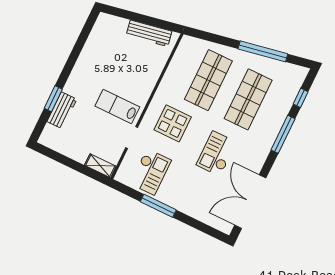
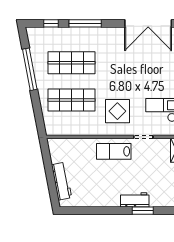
workbench: (149, 33) -> (62, 181), moved
lab bench: (117, 106) -> (114, 151), moved, turned 90
workbench: (62, 110) -> (135, 200), moved
checkout: (216, 154) -> (124, 67), removed

